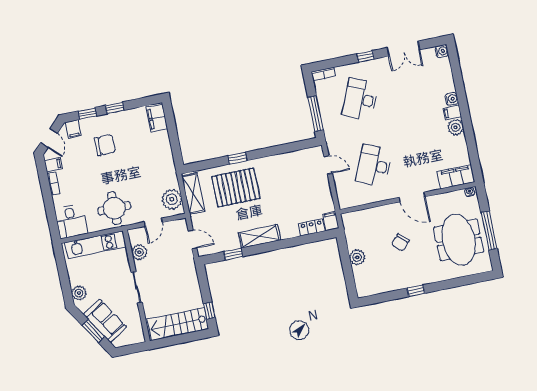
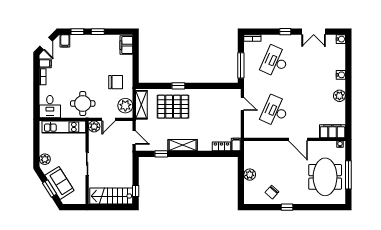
filing cabinet: (452, 112) -> (339, 85), removed
chair: (105, 145) -> (116, 82), moved
chair: (400, 243) -> (272, 192), moved
plant: (139, 252) -> (94, 126), moved

